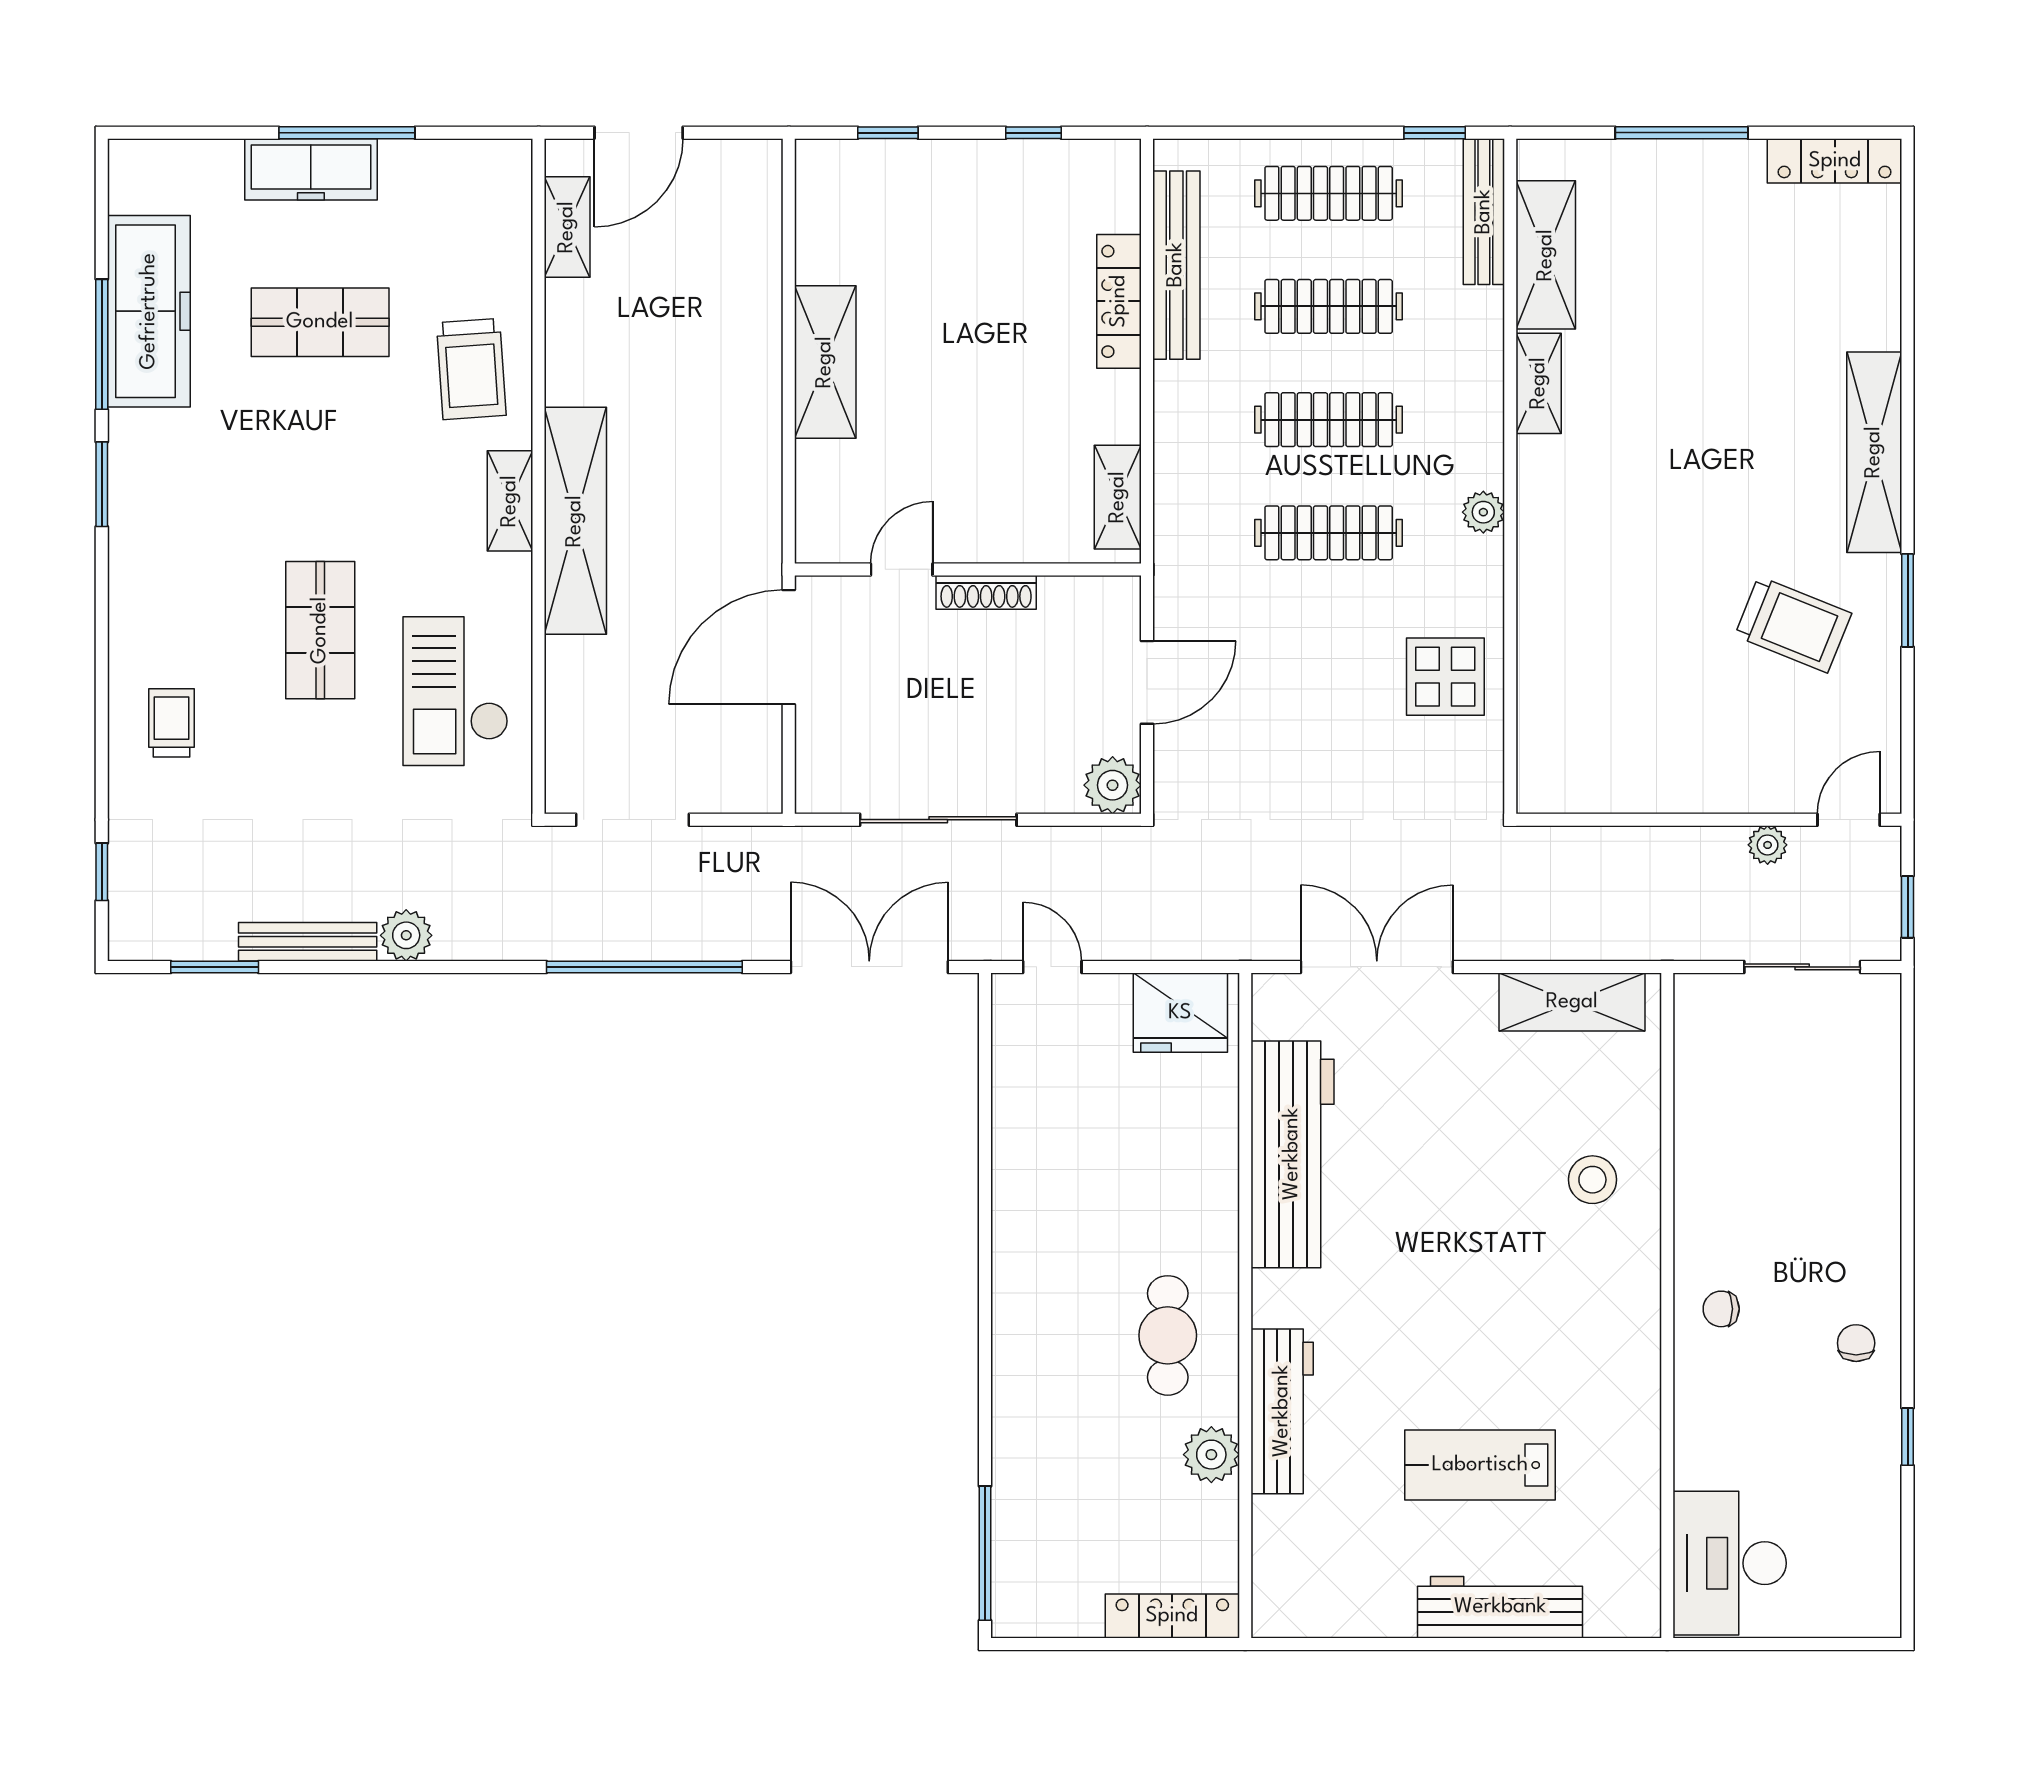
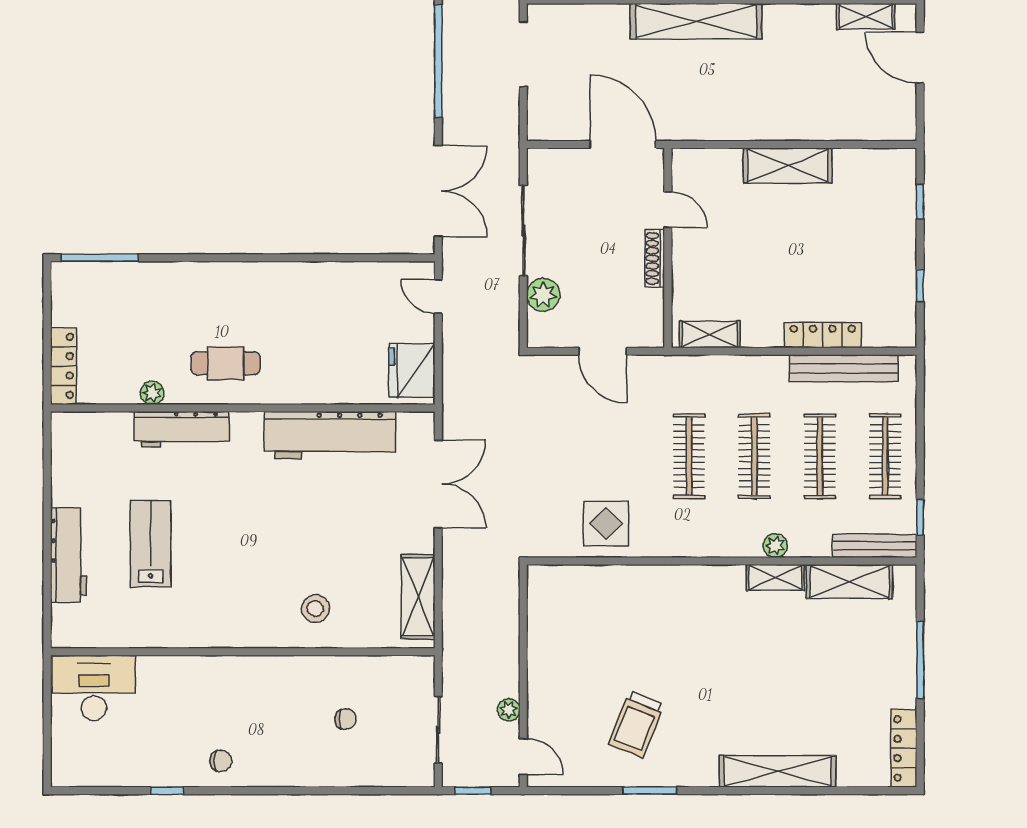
shelving: (1874, 452) -> (778, 771), moved
plant: (1483, 512) -> (775, 546), moved
plant: (1113, 785) -> (543, 295), moved
door: (1052, 967) -> (438, 297), swing flipped
chair: (1721, 1309) -> (346, 719), moved, turned 90
plant: (1211, 1455) -> (152, 393), width x0.73, depth x0.73

